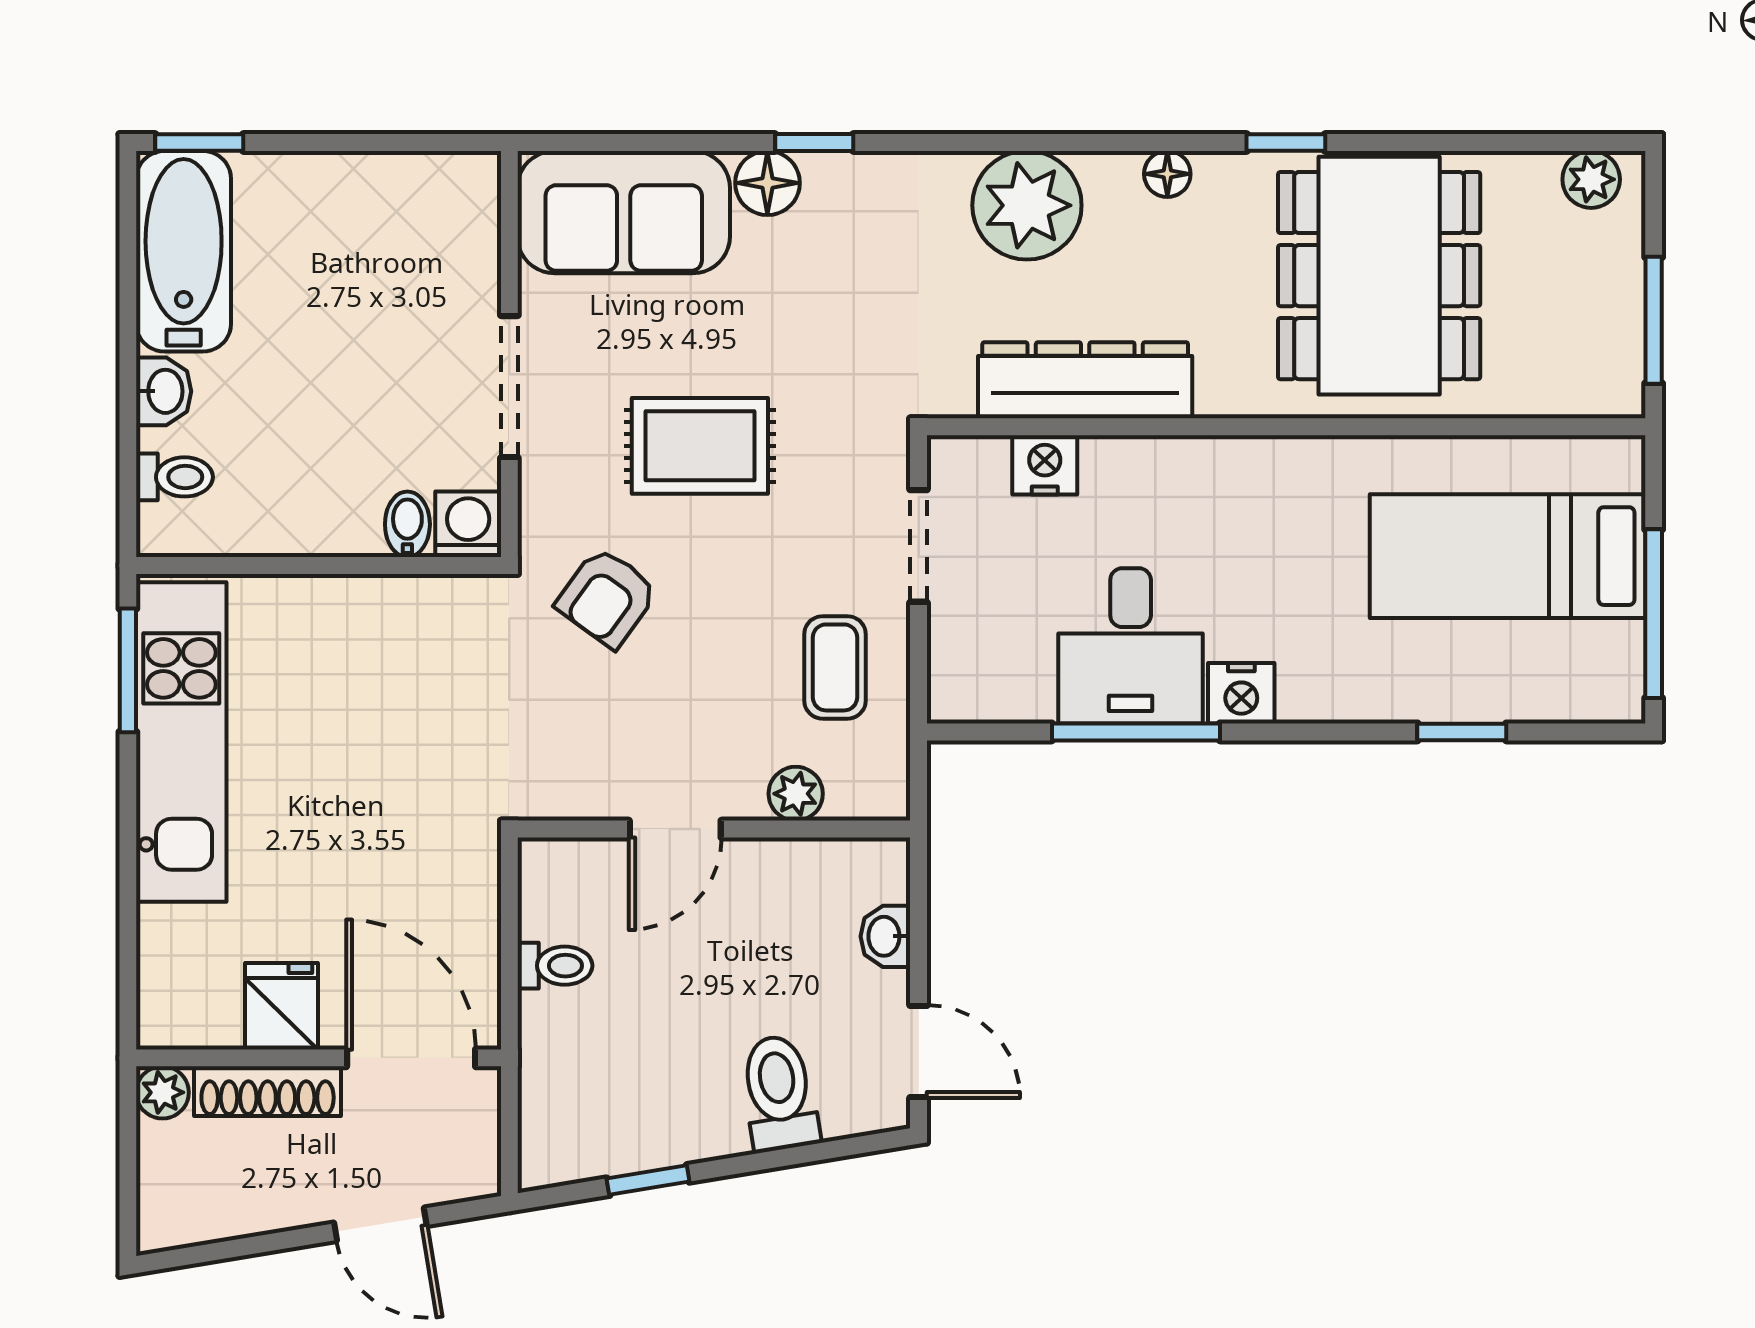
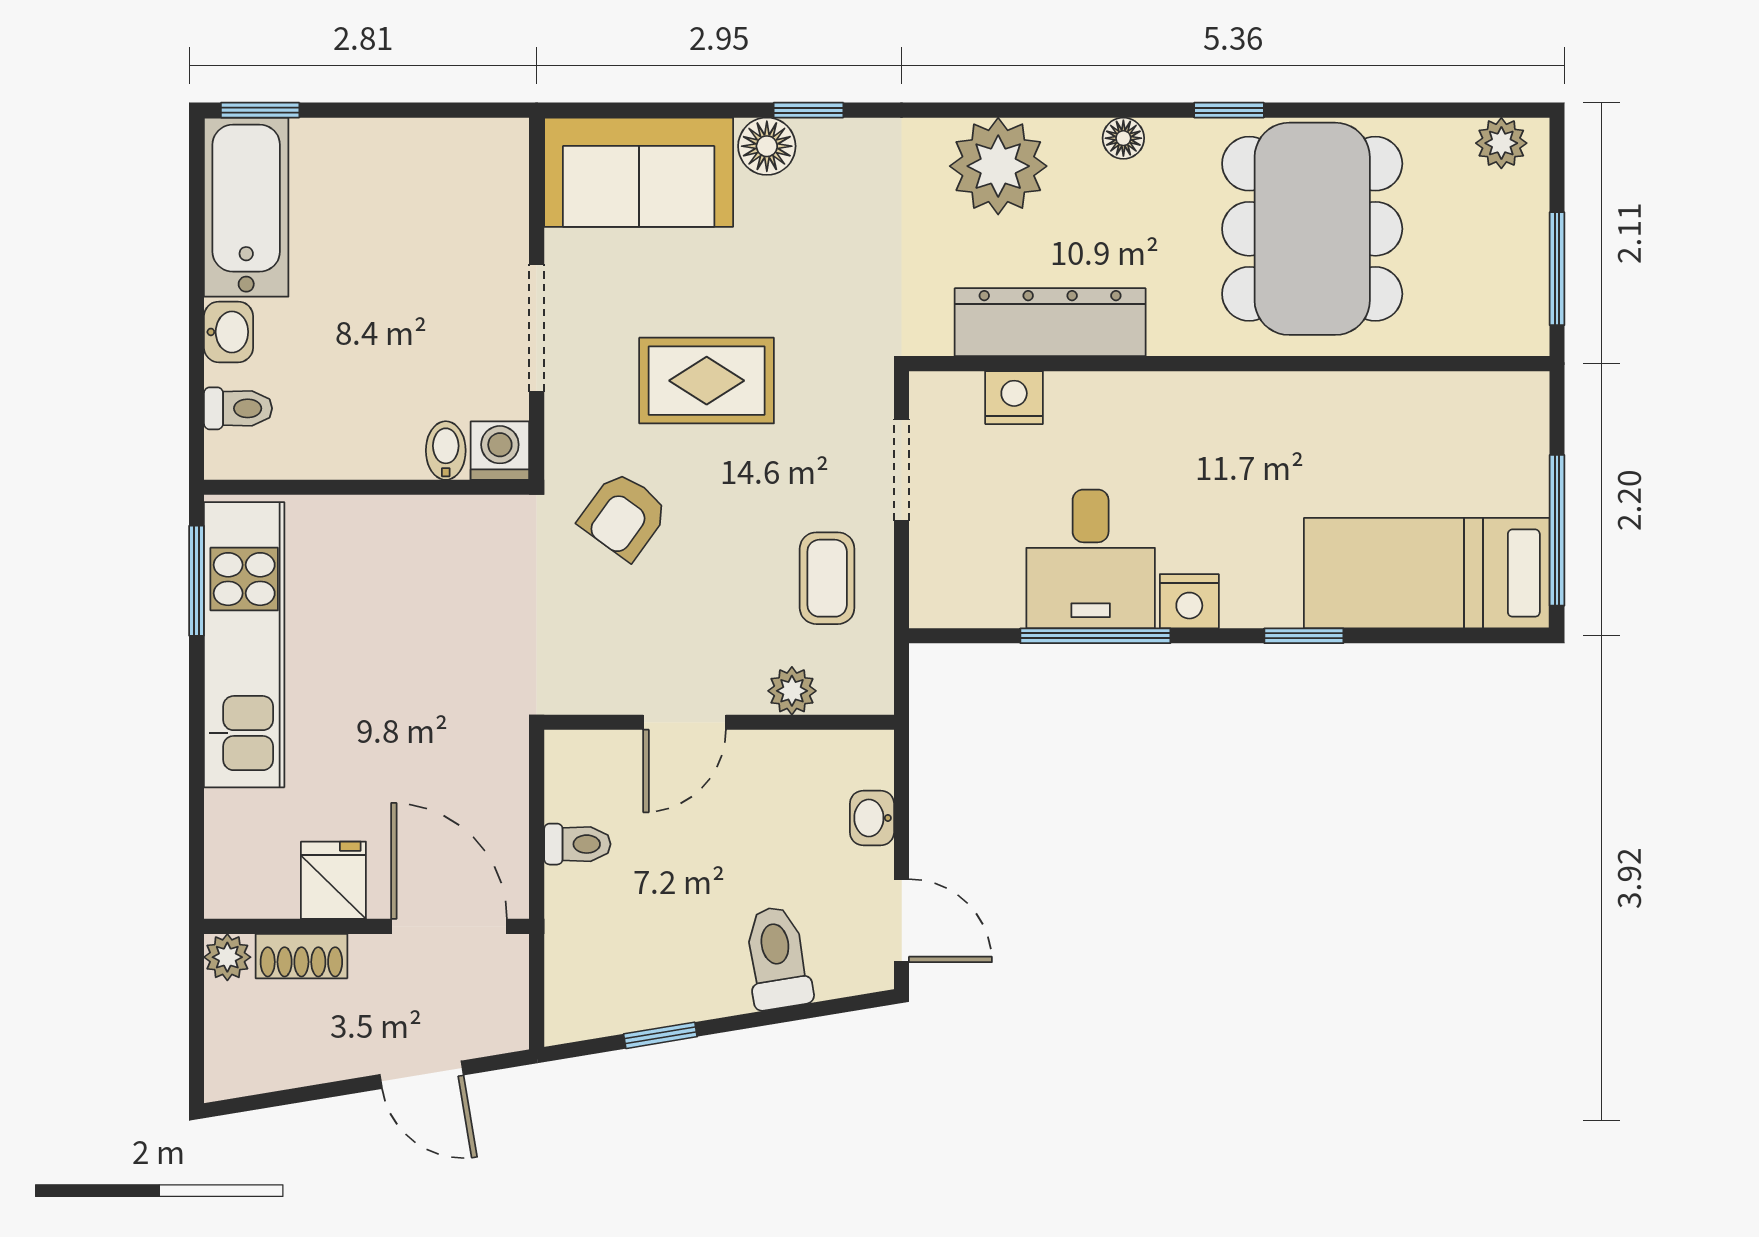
bed: (1508, 556) -> (1427, 573), moved
window: (1462, 732) -> (1304, 636), moved
shoe rack: (268, 1091) -> (301, 956), width x0.70

